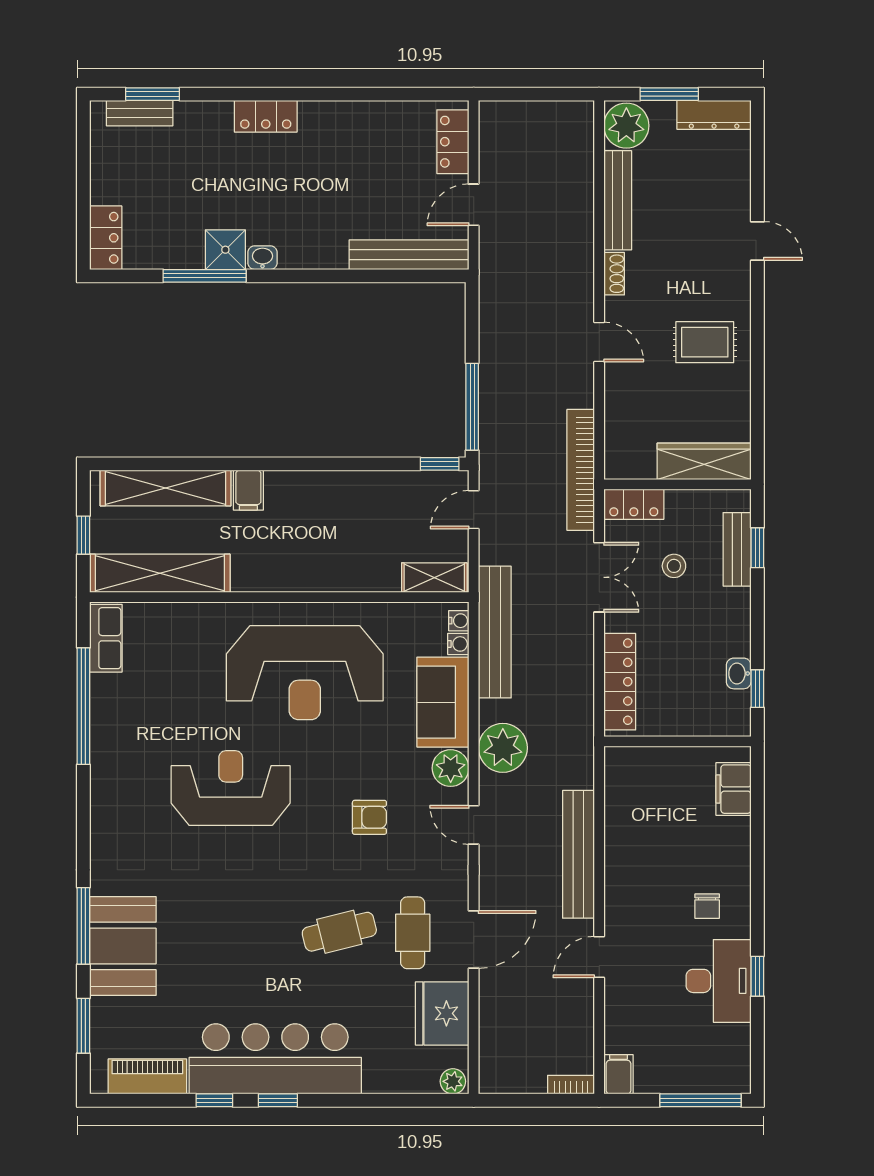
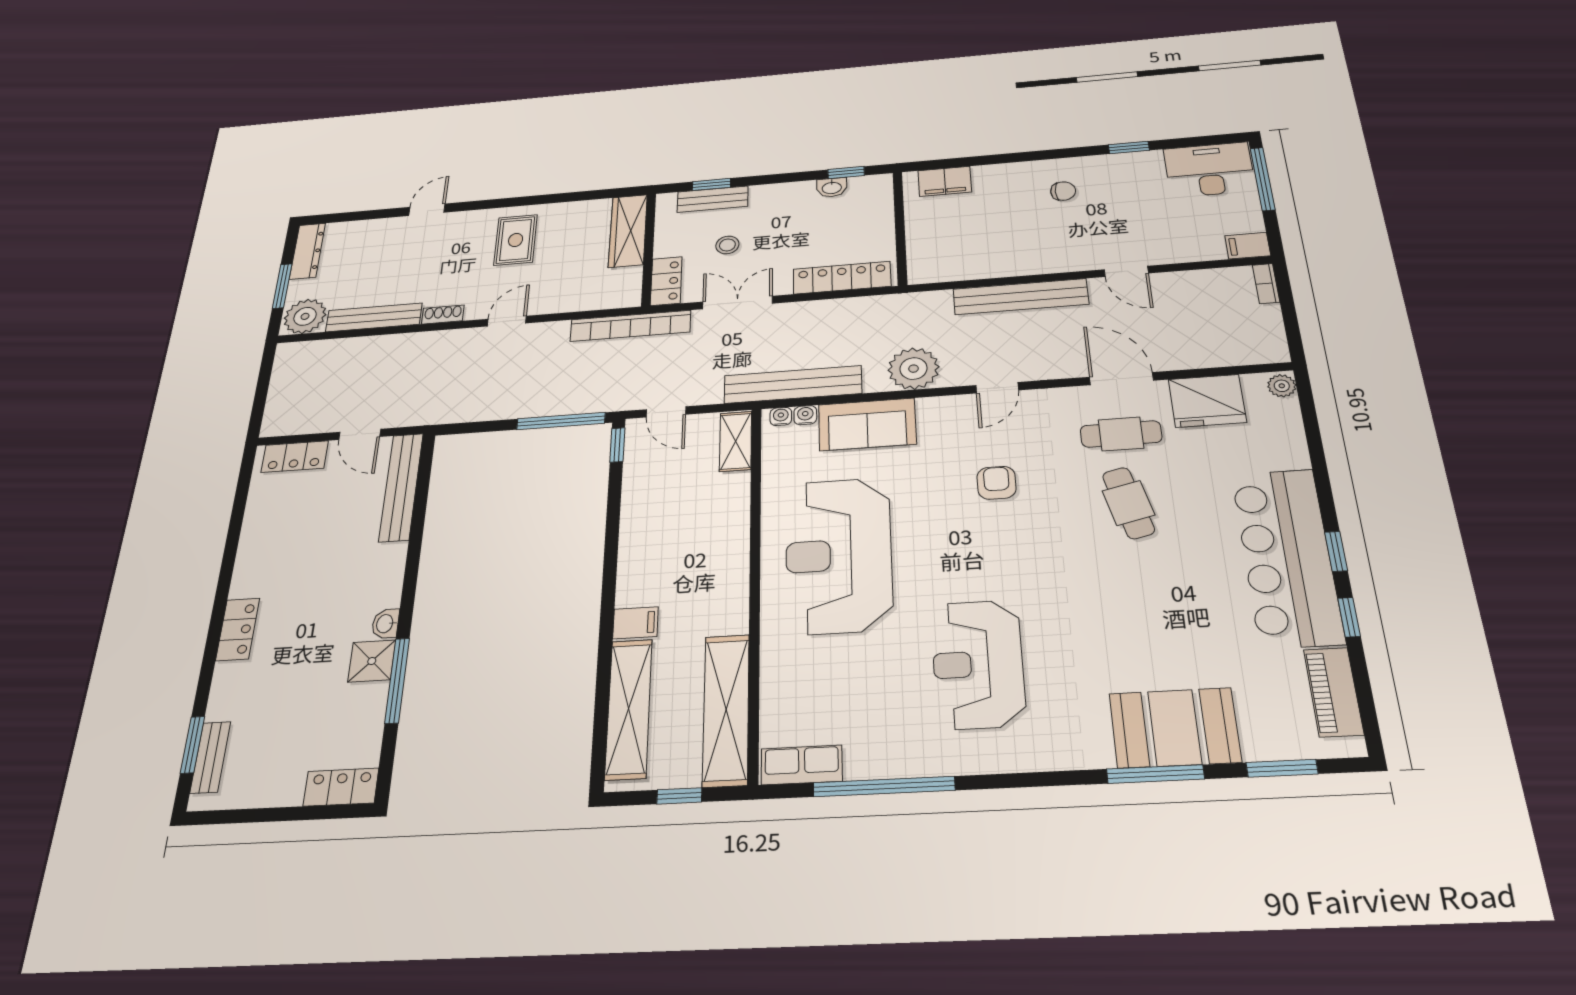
reception desk: (305, 673) -> (839, 555), turned 180
plant: (451, 768) -> (937, 413), removed
reception desk: (231, 788) -> (978, 664), moved
desk: (719, 981) -> (1209, 170), moved

